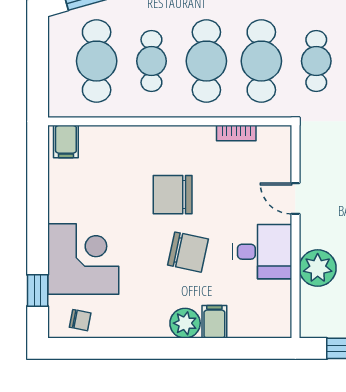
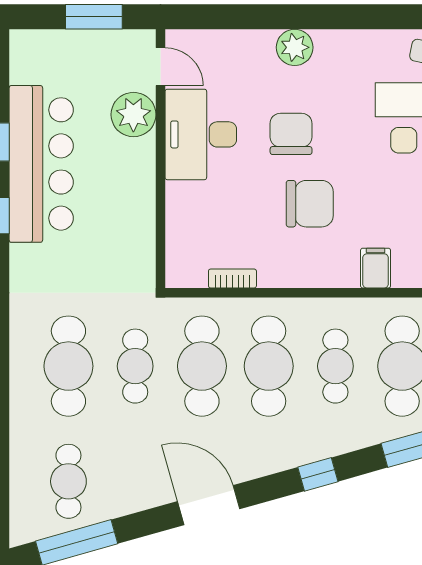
door: (295, 198) -> (160, 67), moved
chair: (188, 252) -> (291, 134), turned 78
desk: (262, 252) -> (201, 134), width x1.37
filing cabinet: (214, 322) -> (376, 268), moved, turned 180

